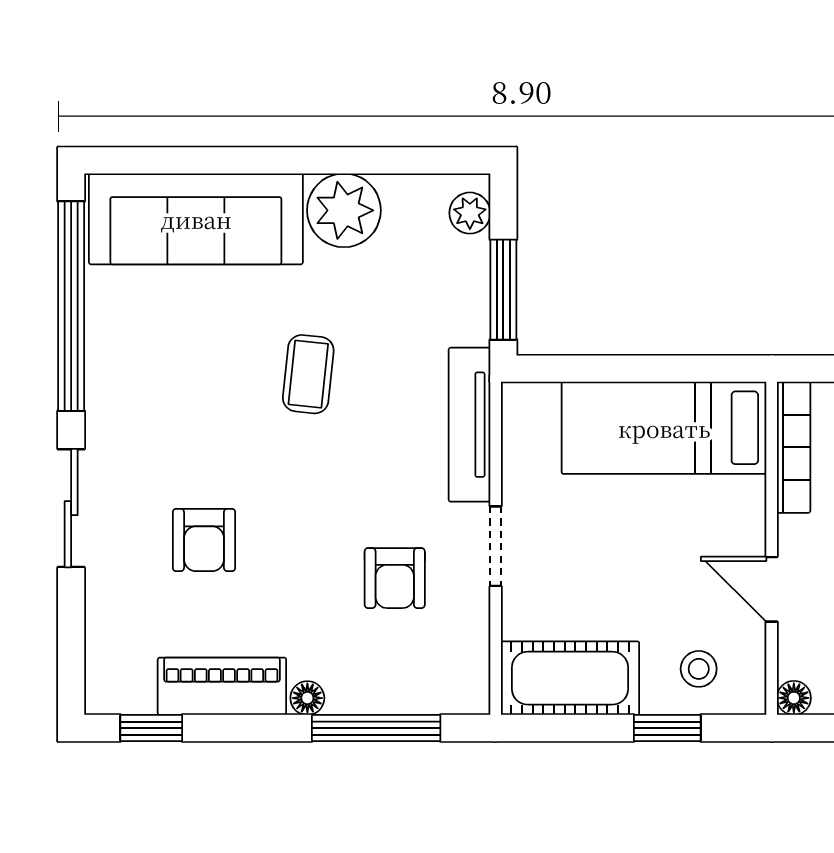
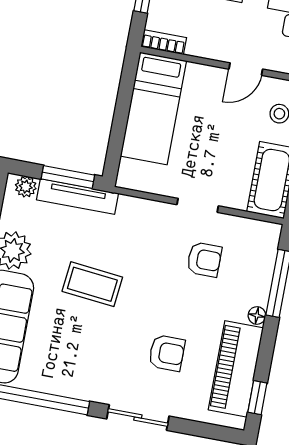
coffee table: (308, 374) -> (92, 284), width x1.36, depth x1.30
tv unit: (470, 425) -> (77, 197), moved
bookcase: (794, 447) -> (164, 42), width x0.64
piano: (222, 686) -> (236, 369), width x1.37, depth x1.33

